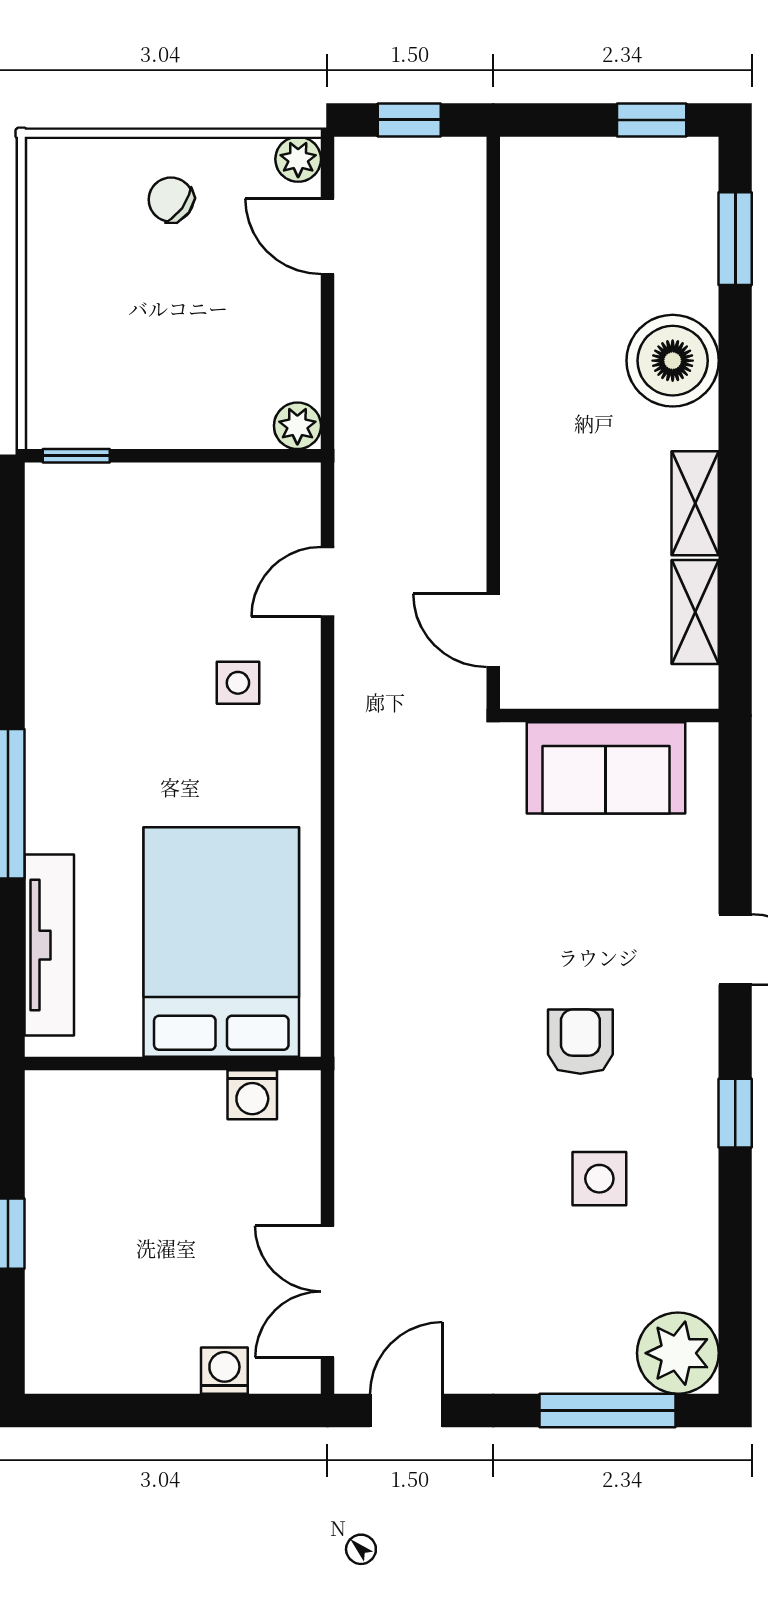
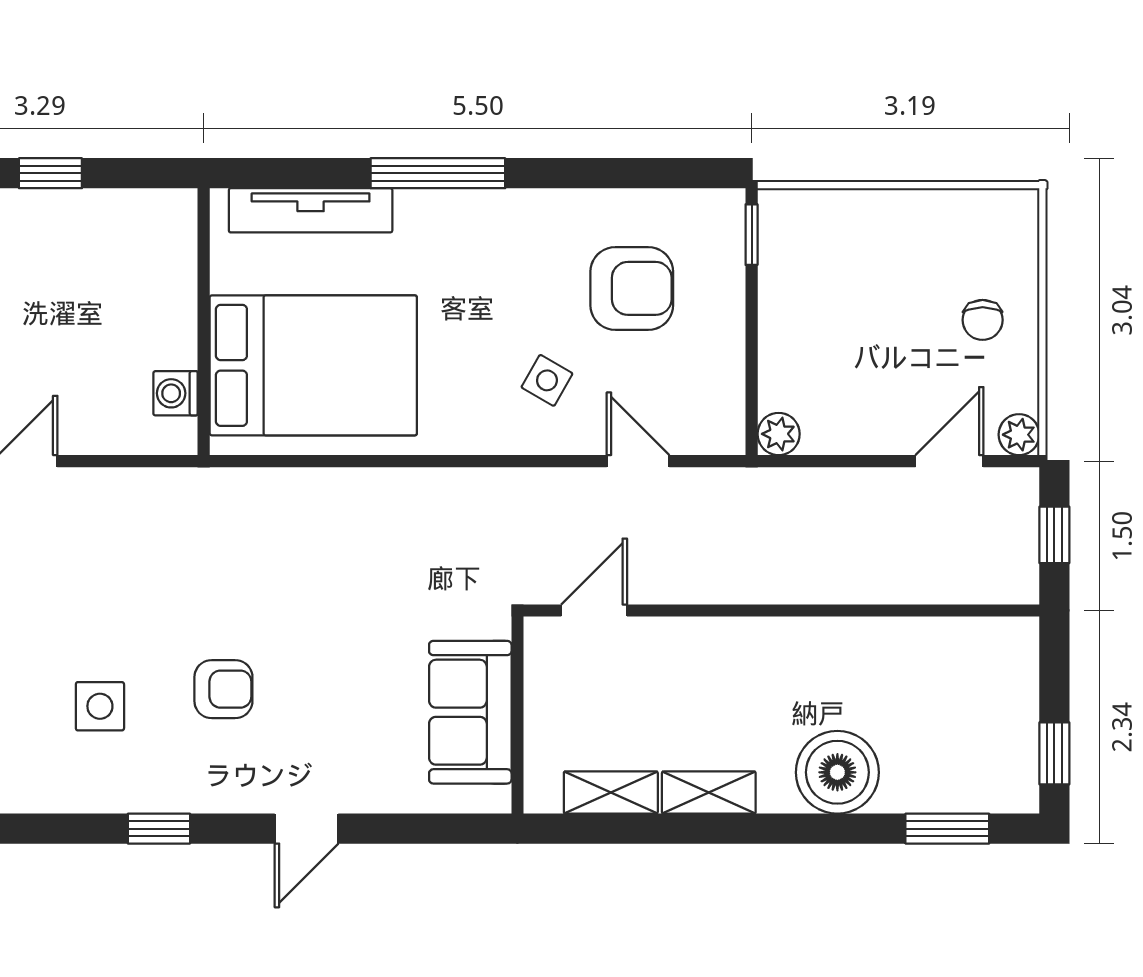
chair: (171, 200) -> (983, 320), turned 144
armchair: (136, 589) -> (632, 288), added
side table: (238, 683) -> (547, 380), turned 30

